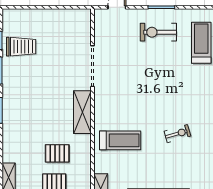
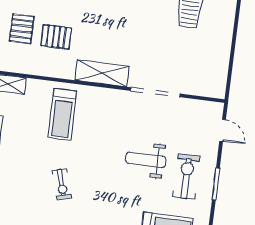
weight bench: (149, 67) -> (146, 160), added
pallet: (57, 153) -> (56, 37), turned 90

